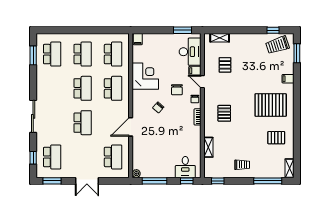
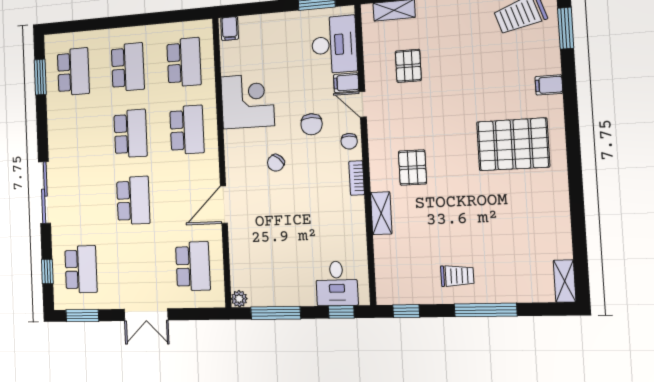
pallet: (276, 138) -> (530, 215), removed
shelving: (208, 147) -> (381, 213), moved
window: (268, 181) -> (486, 310), moved

